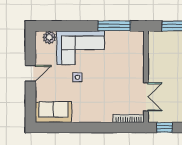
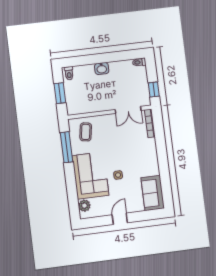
coffee table: (128, 48) -> (86, 132), added
door: (30, 73) -> (120, 219), hinge flipped
double door: (146, 97) -> (128, 110), swing flipped

